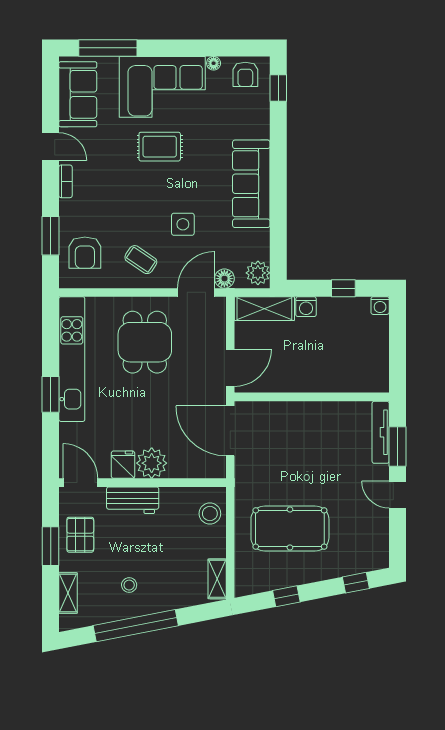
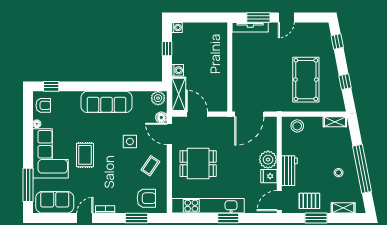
door: (230, 368) -> (197, 114), moved

